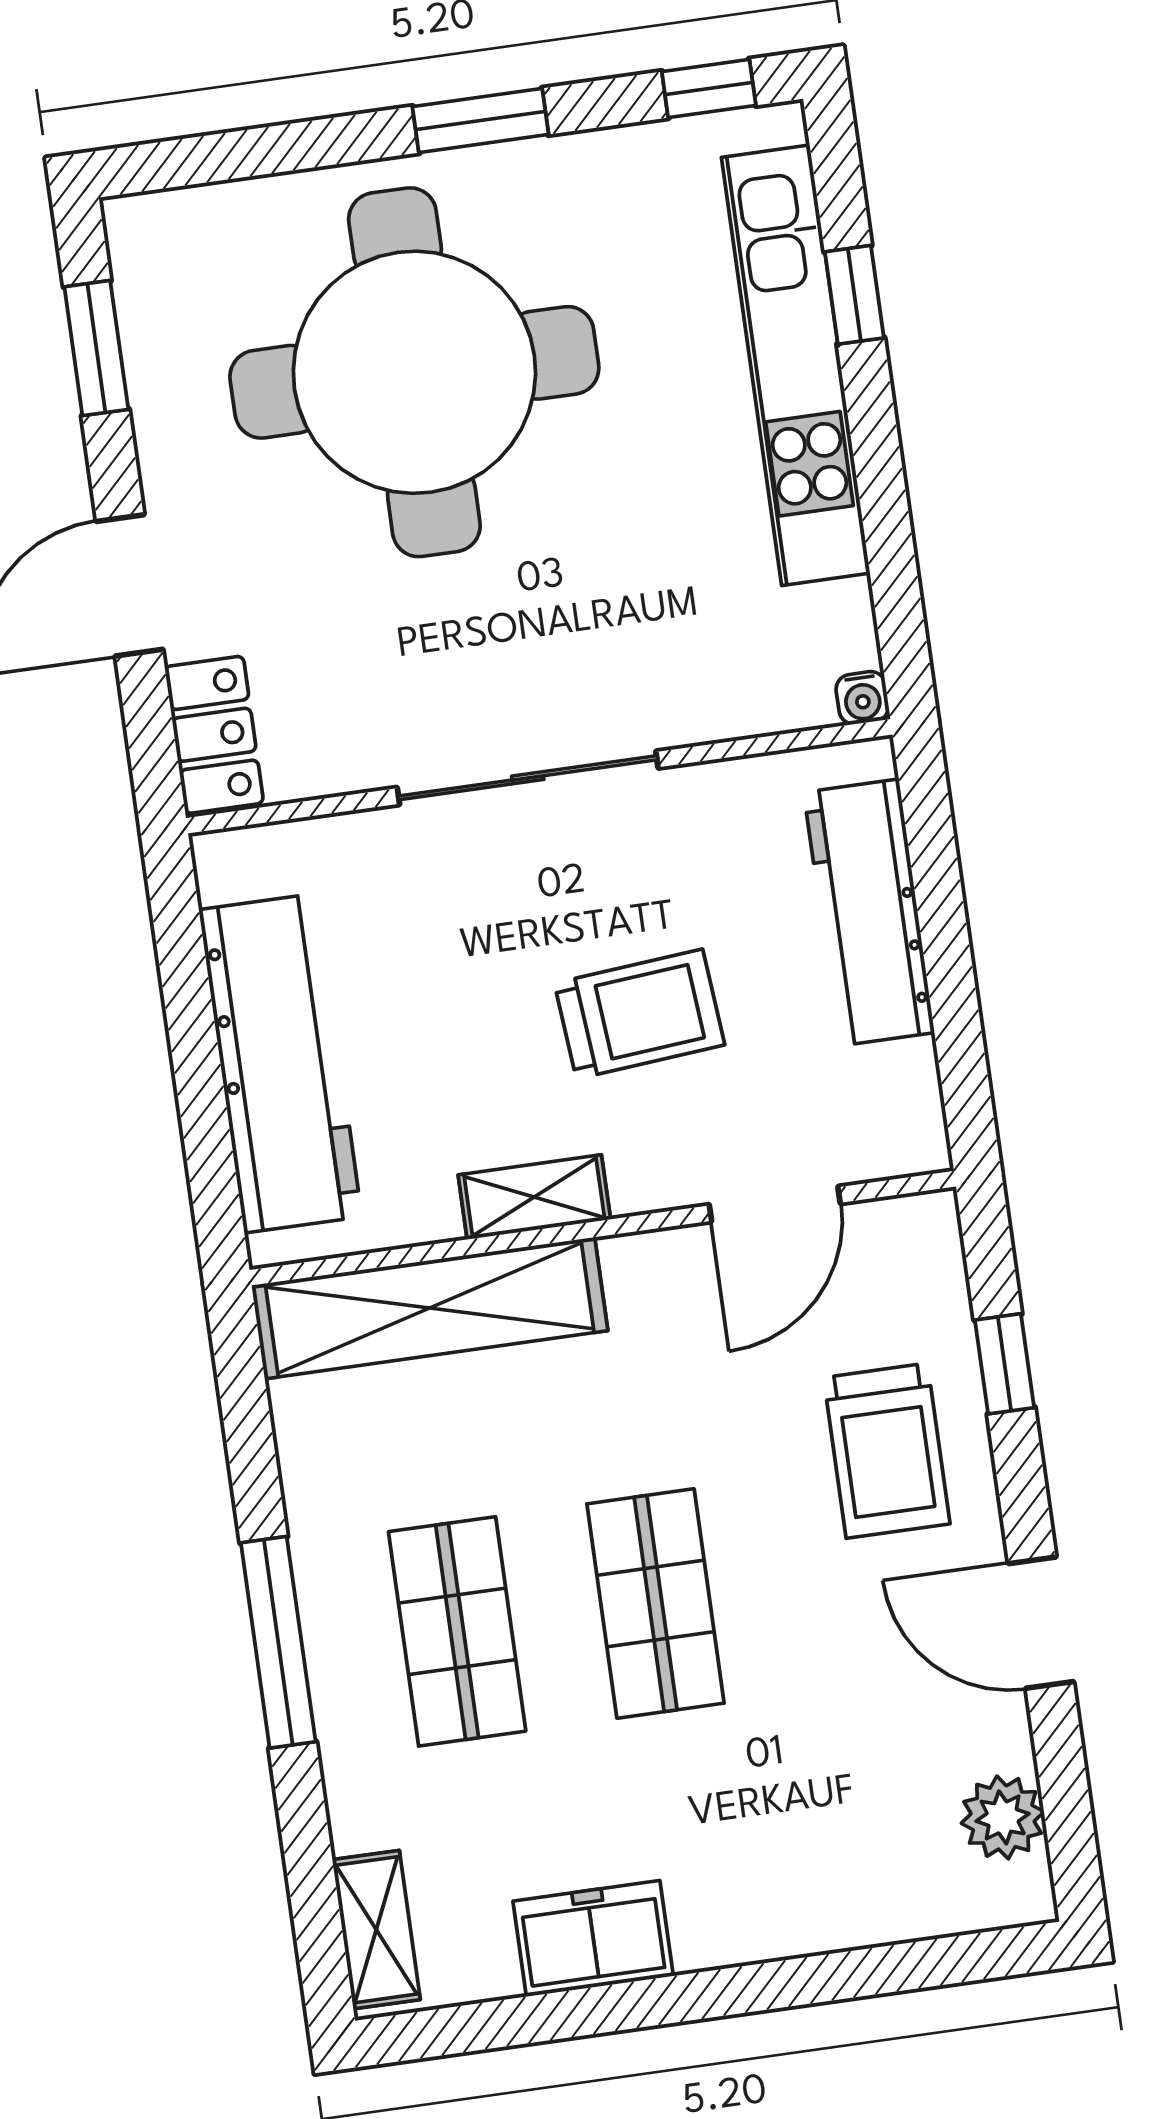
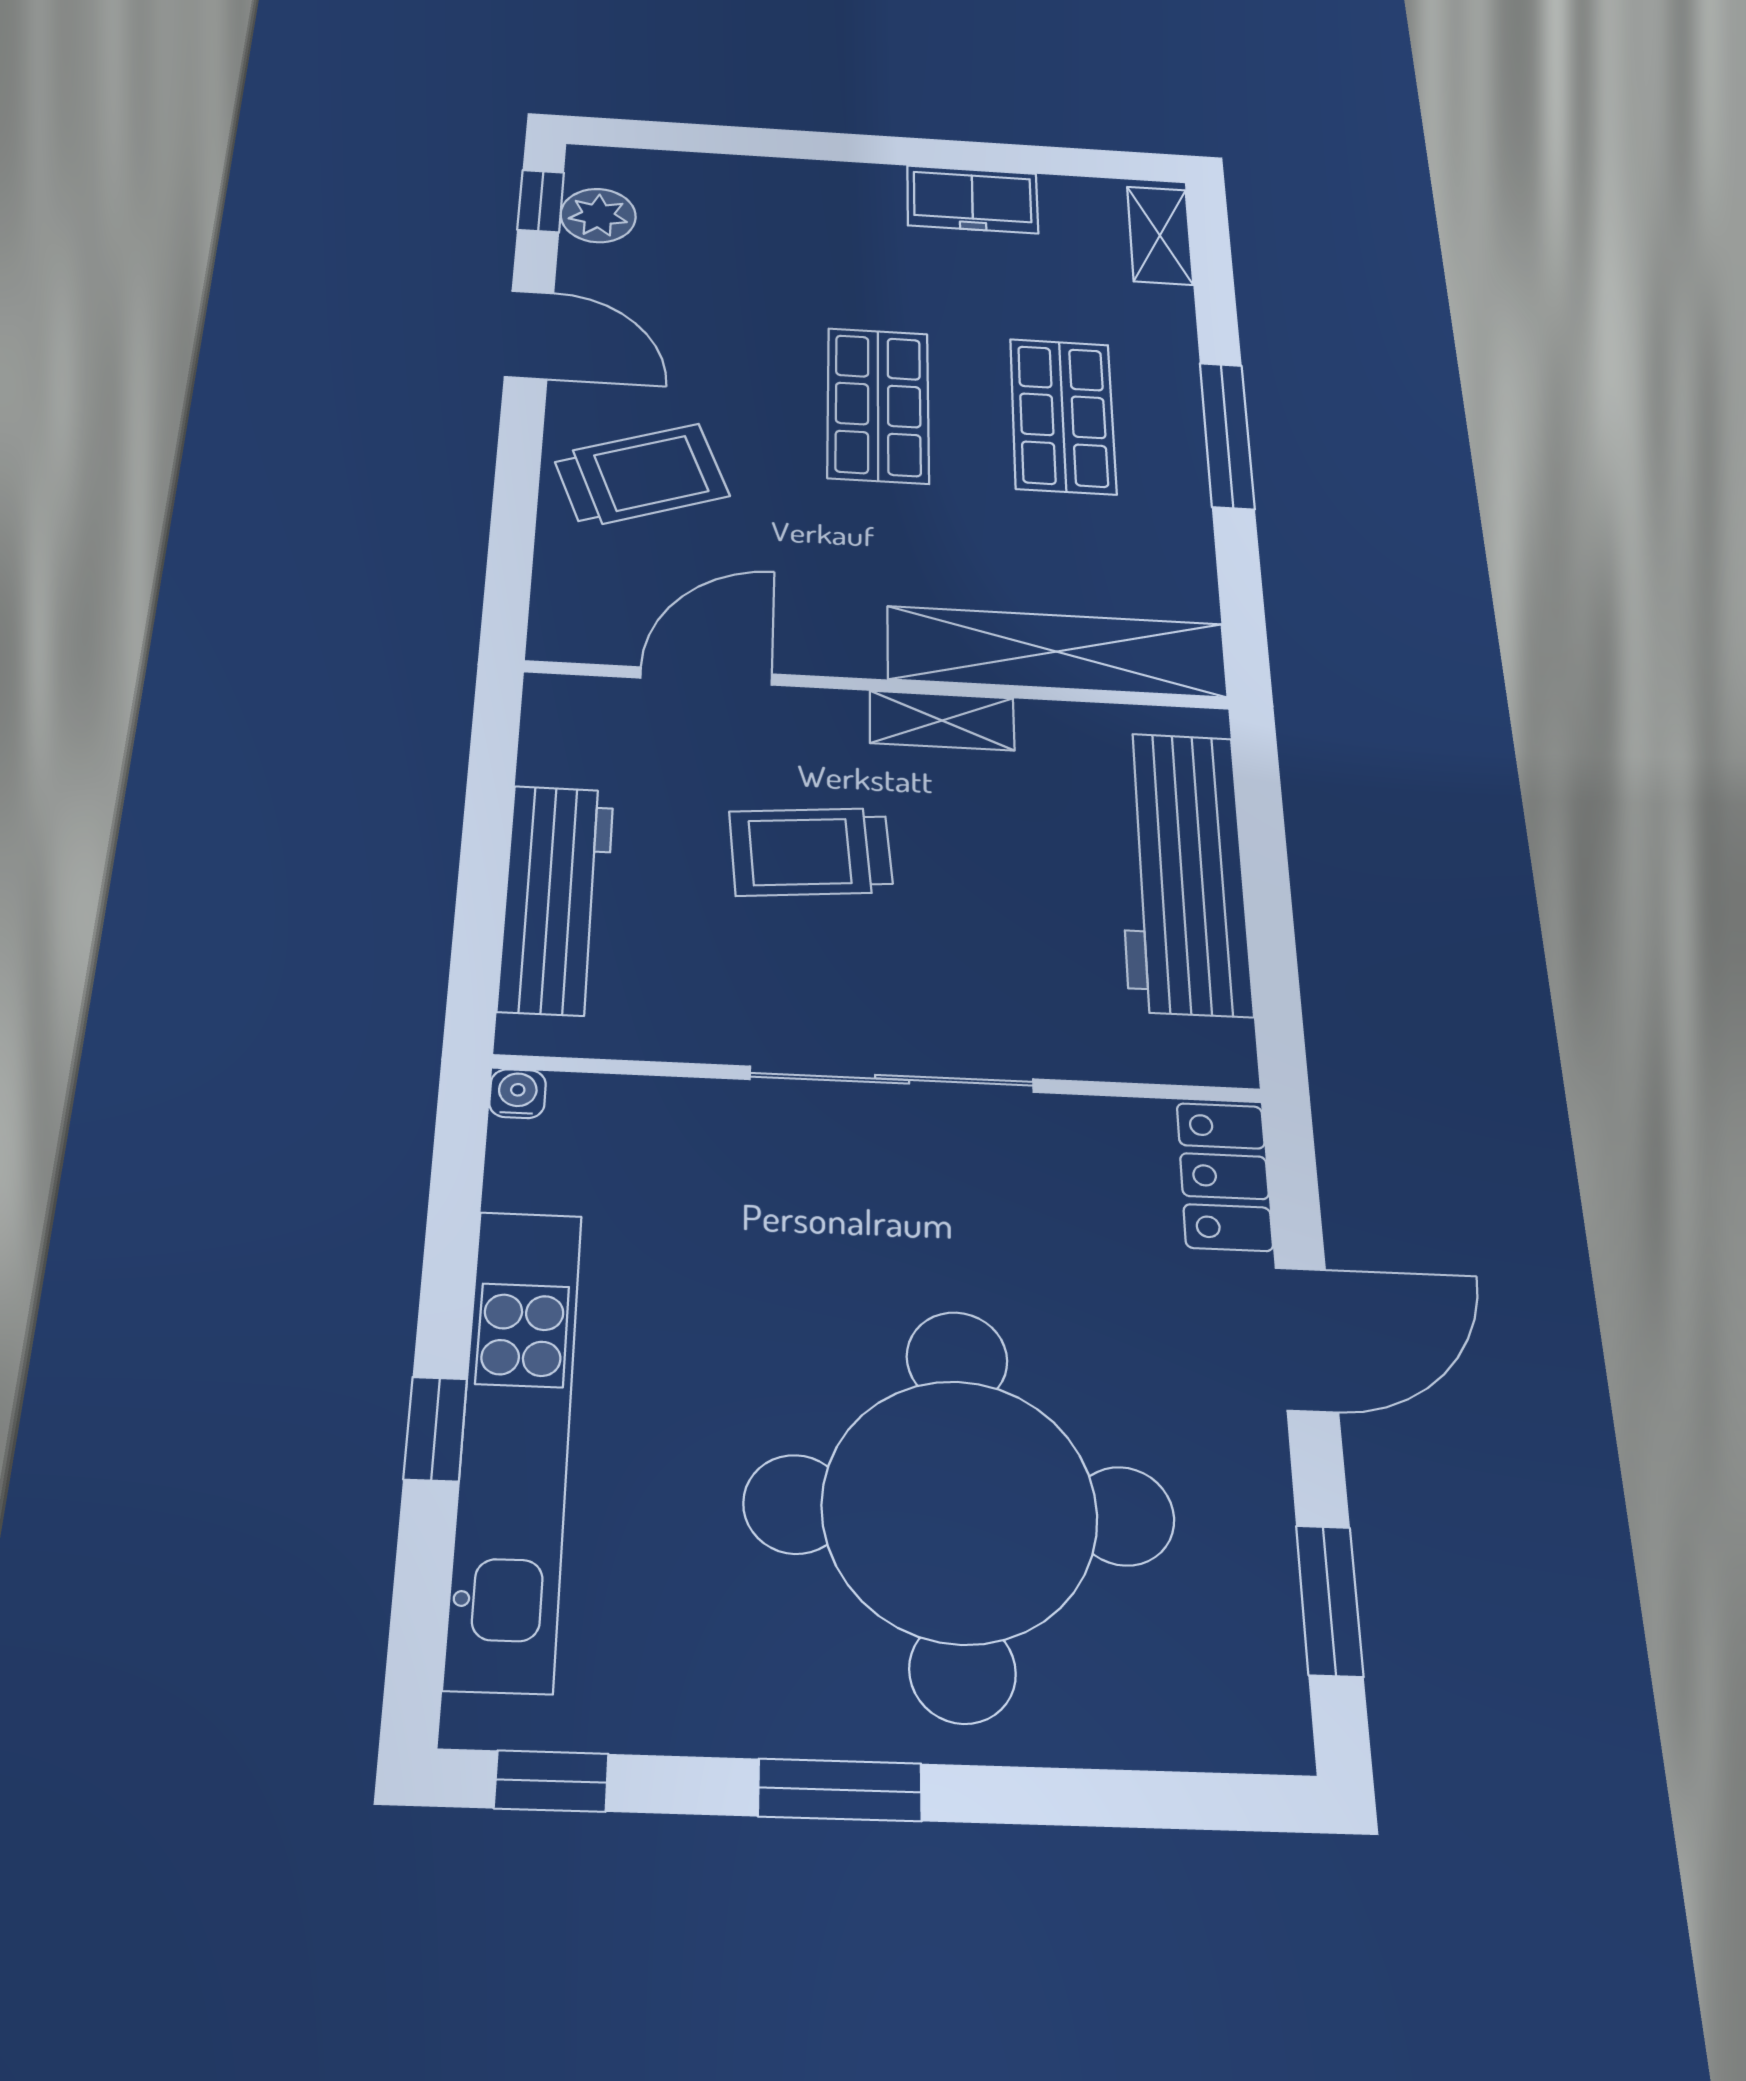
window: (854, 295) -> (435, 1429), moved
window: (1005, 1364) -> (541, 201), moved
trolley: (887, 1451) -> (641, 475), turned 70

